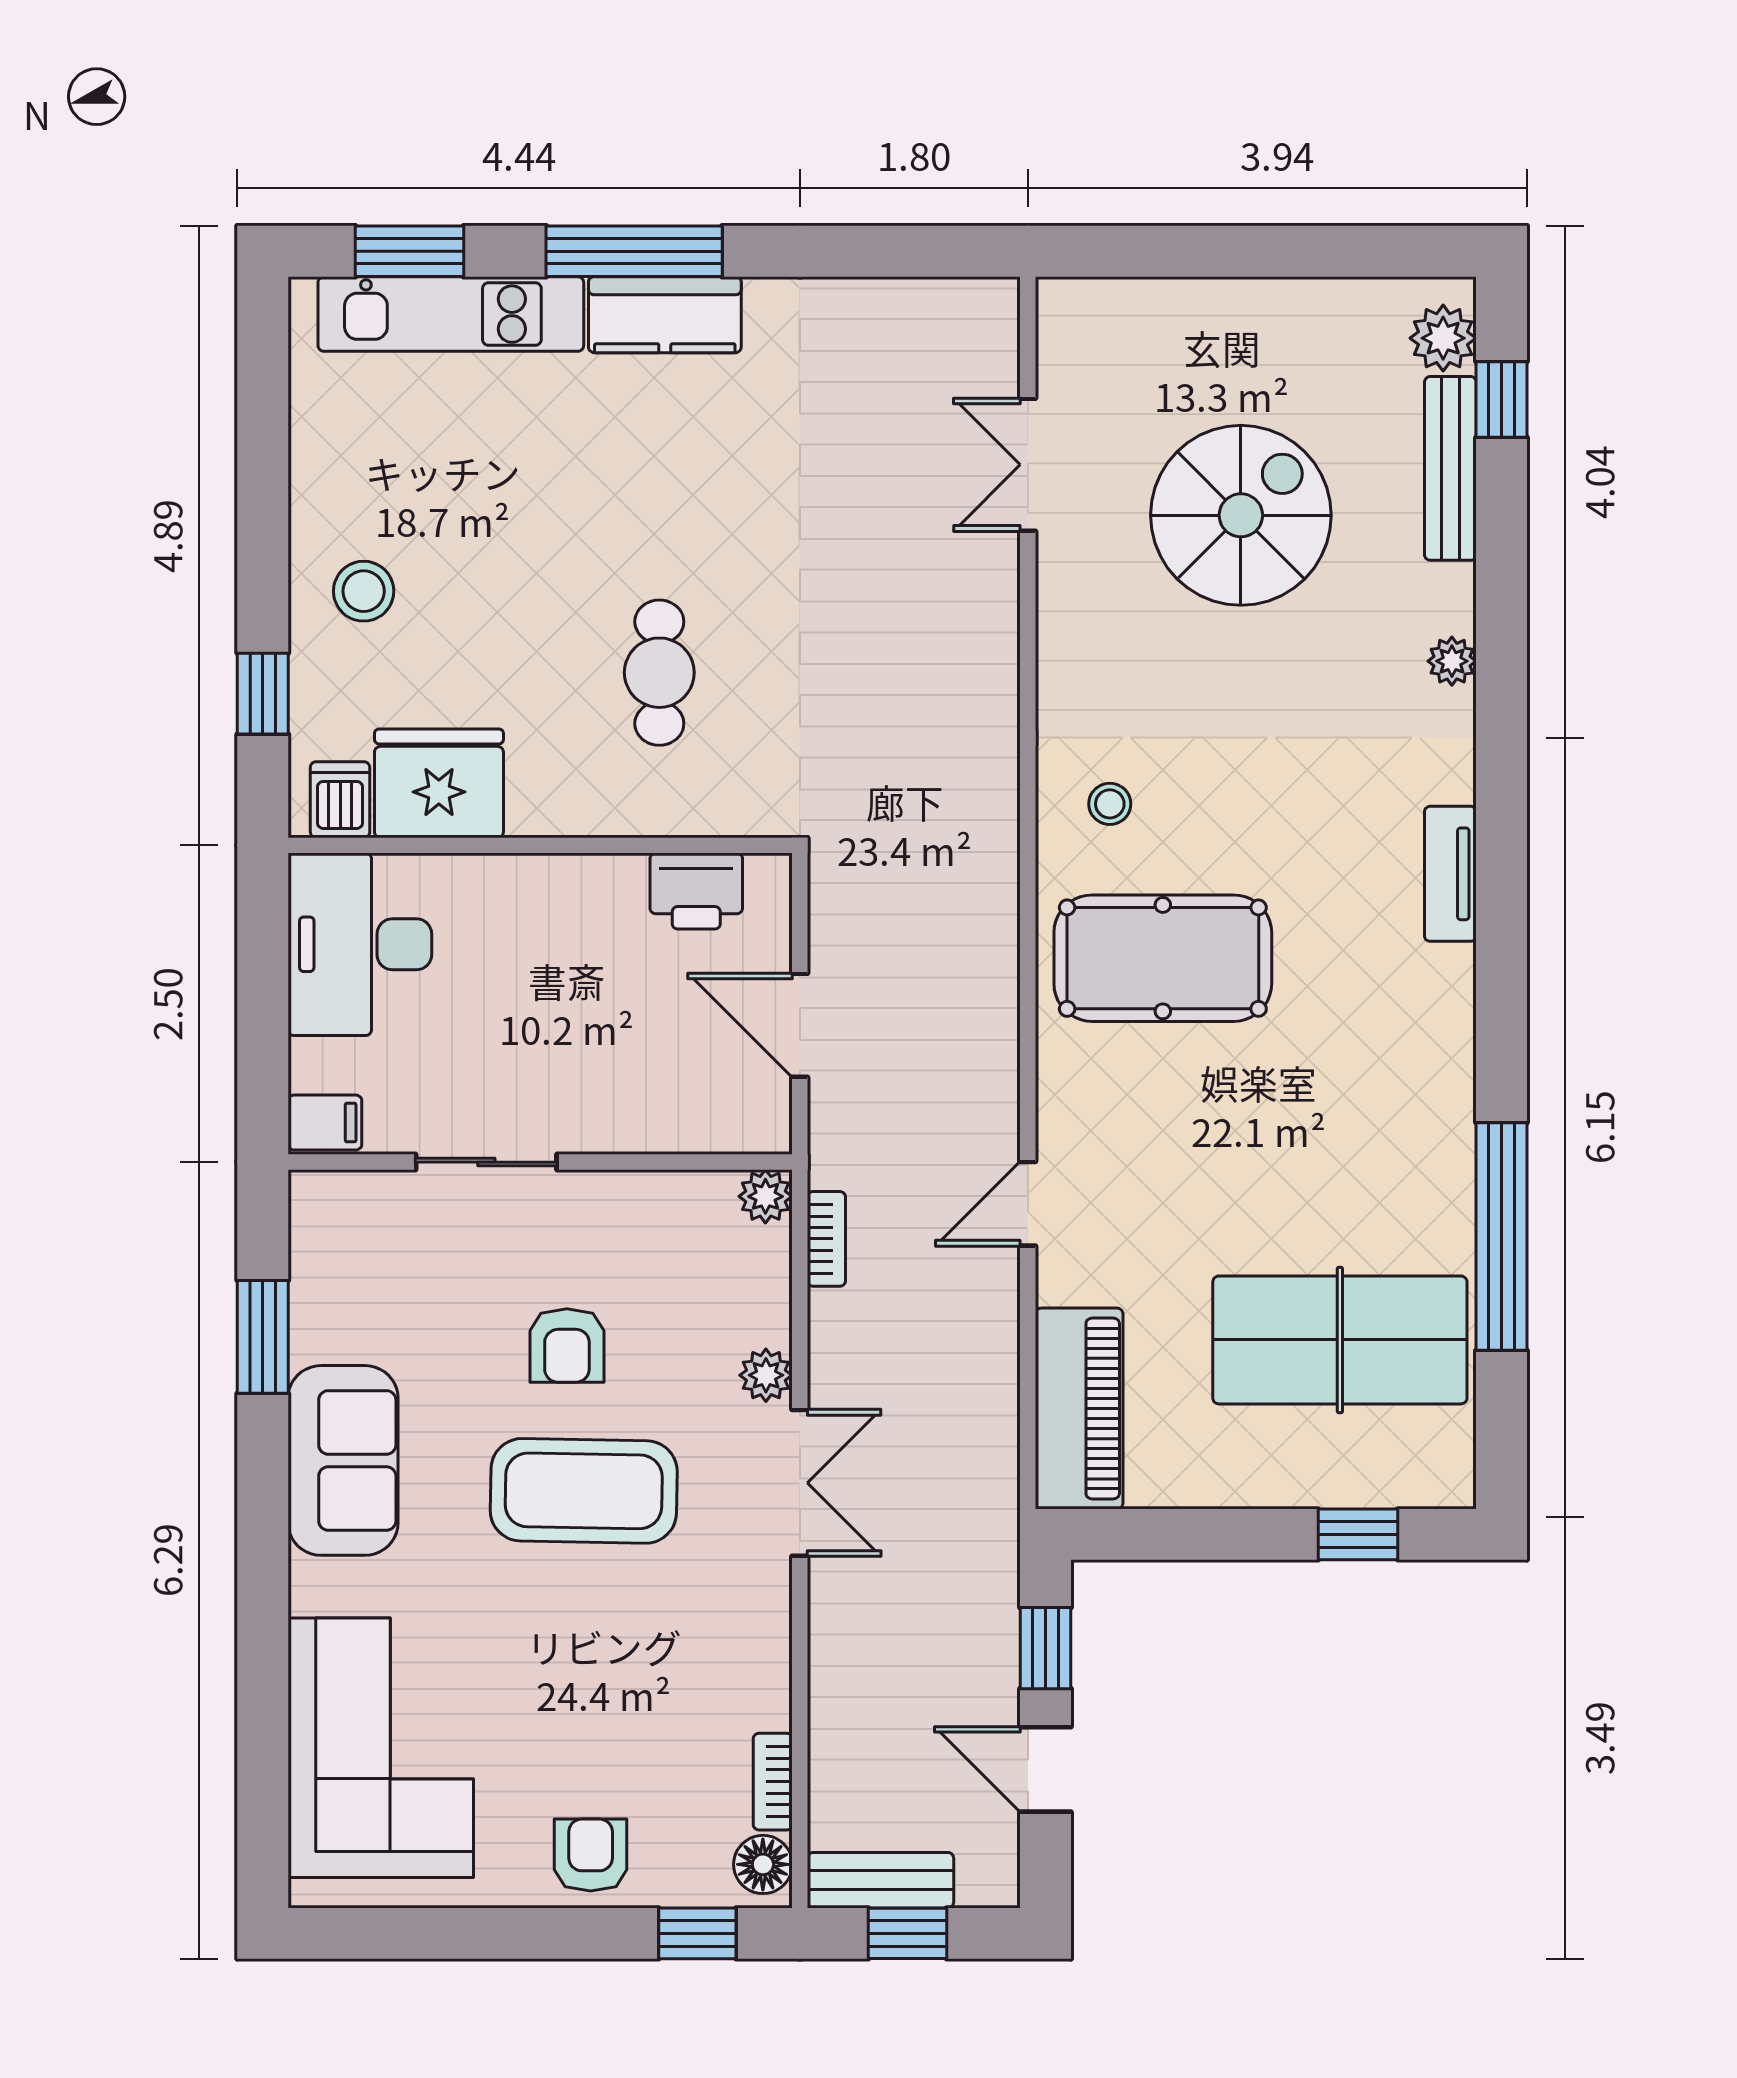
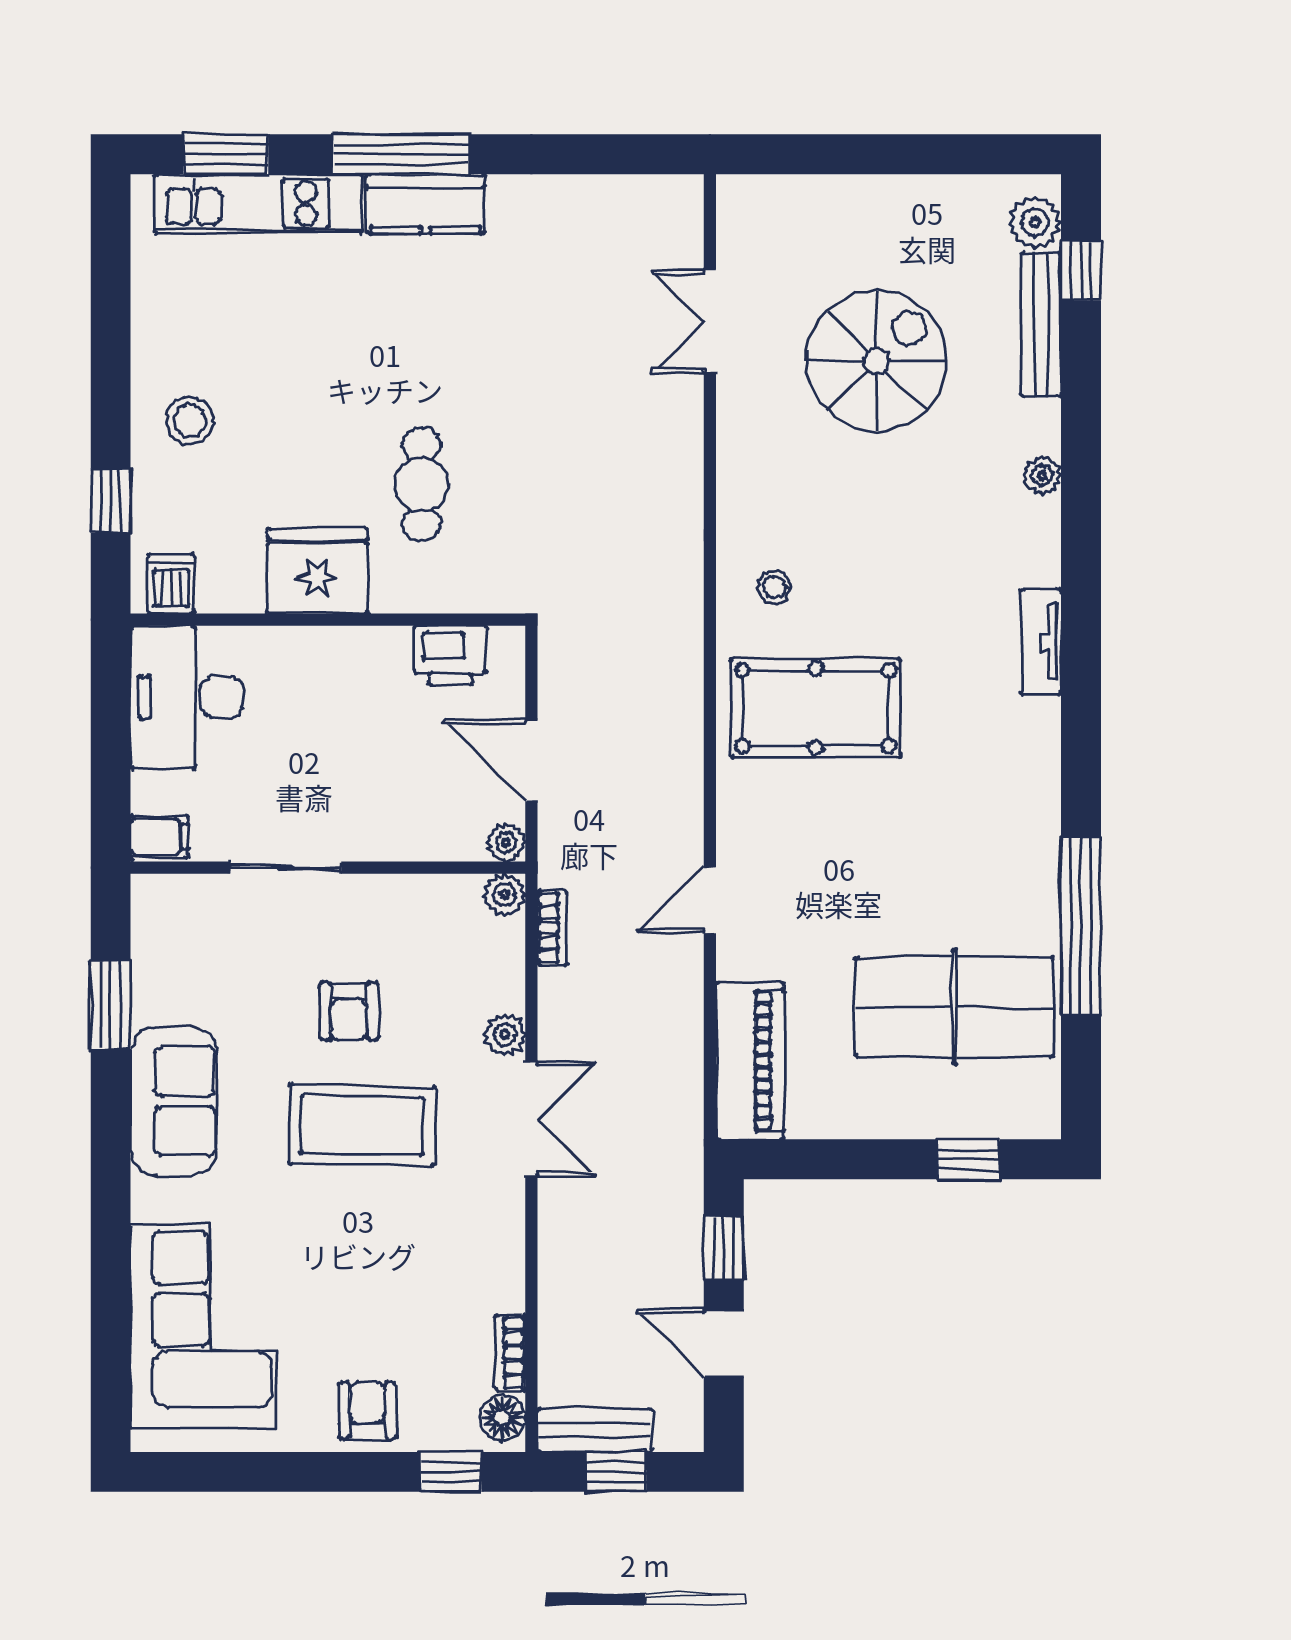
fridge: (439, 783) -> (317, 571), moved
plant: (768, 1130) -> (506, 843), added

